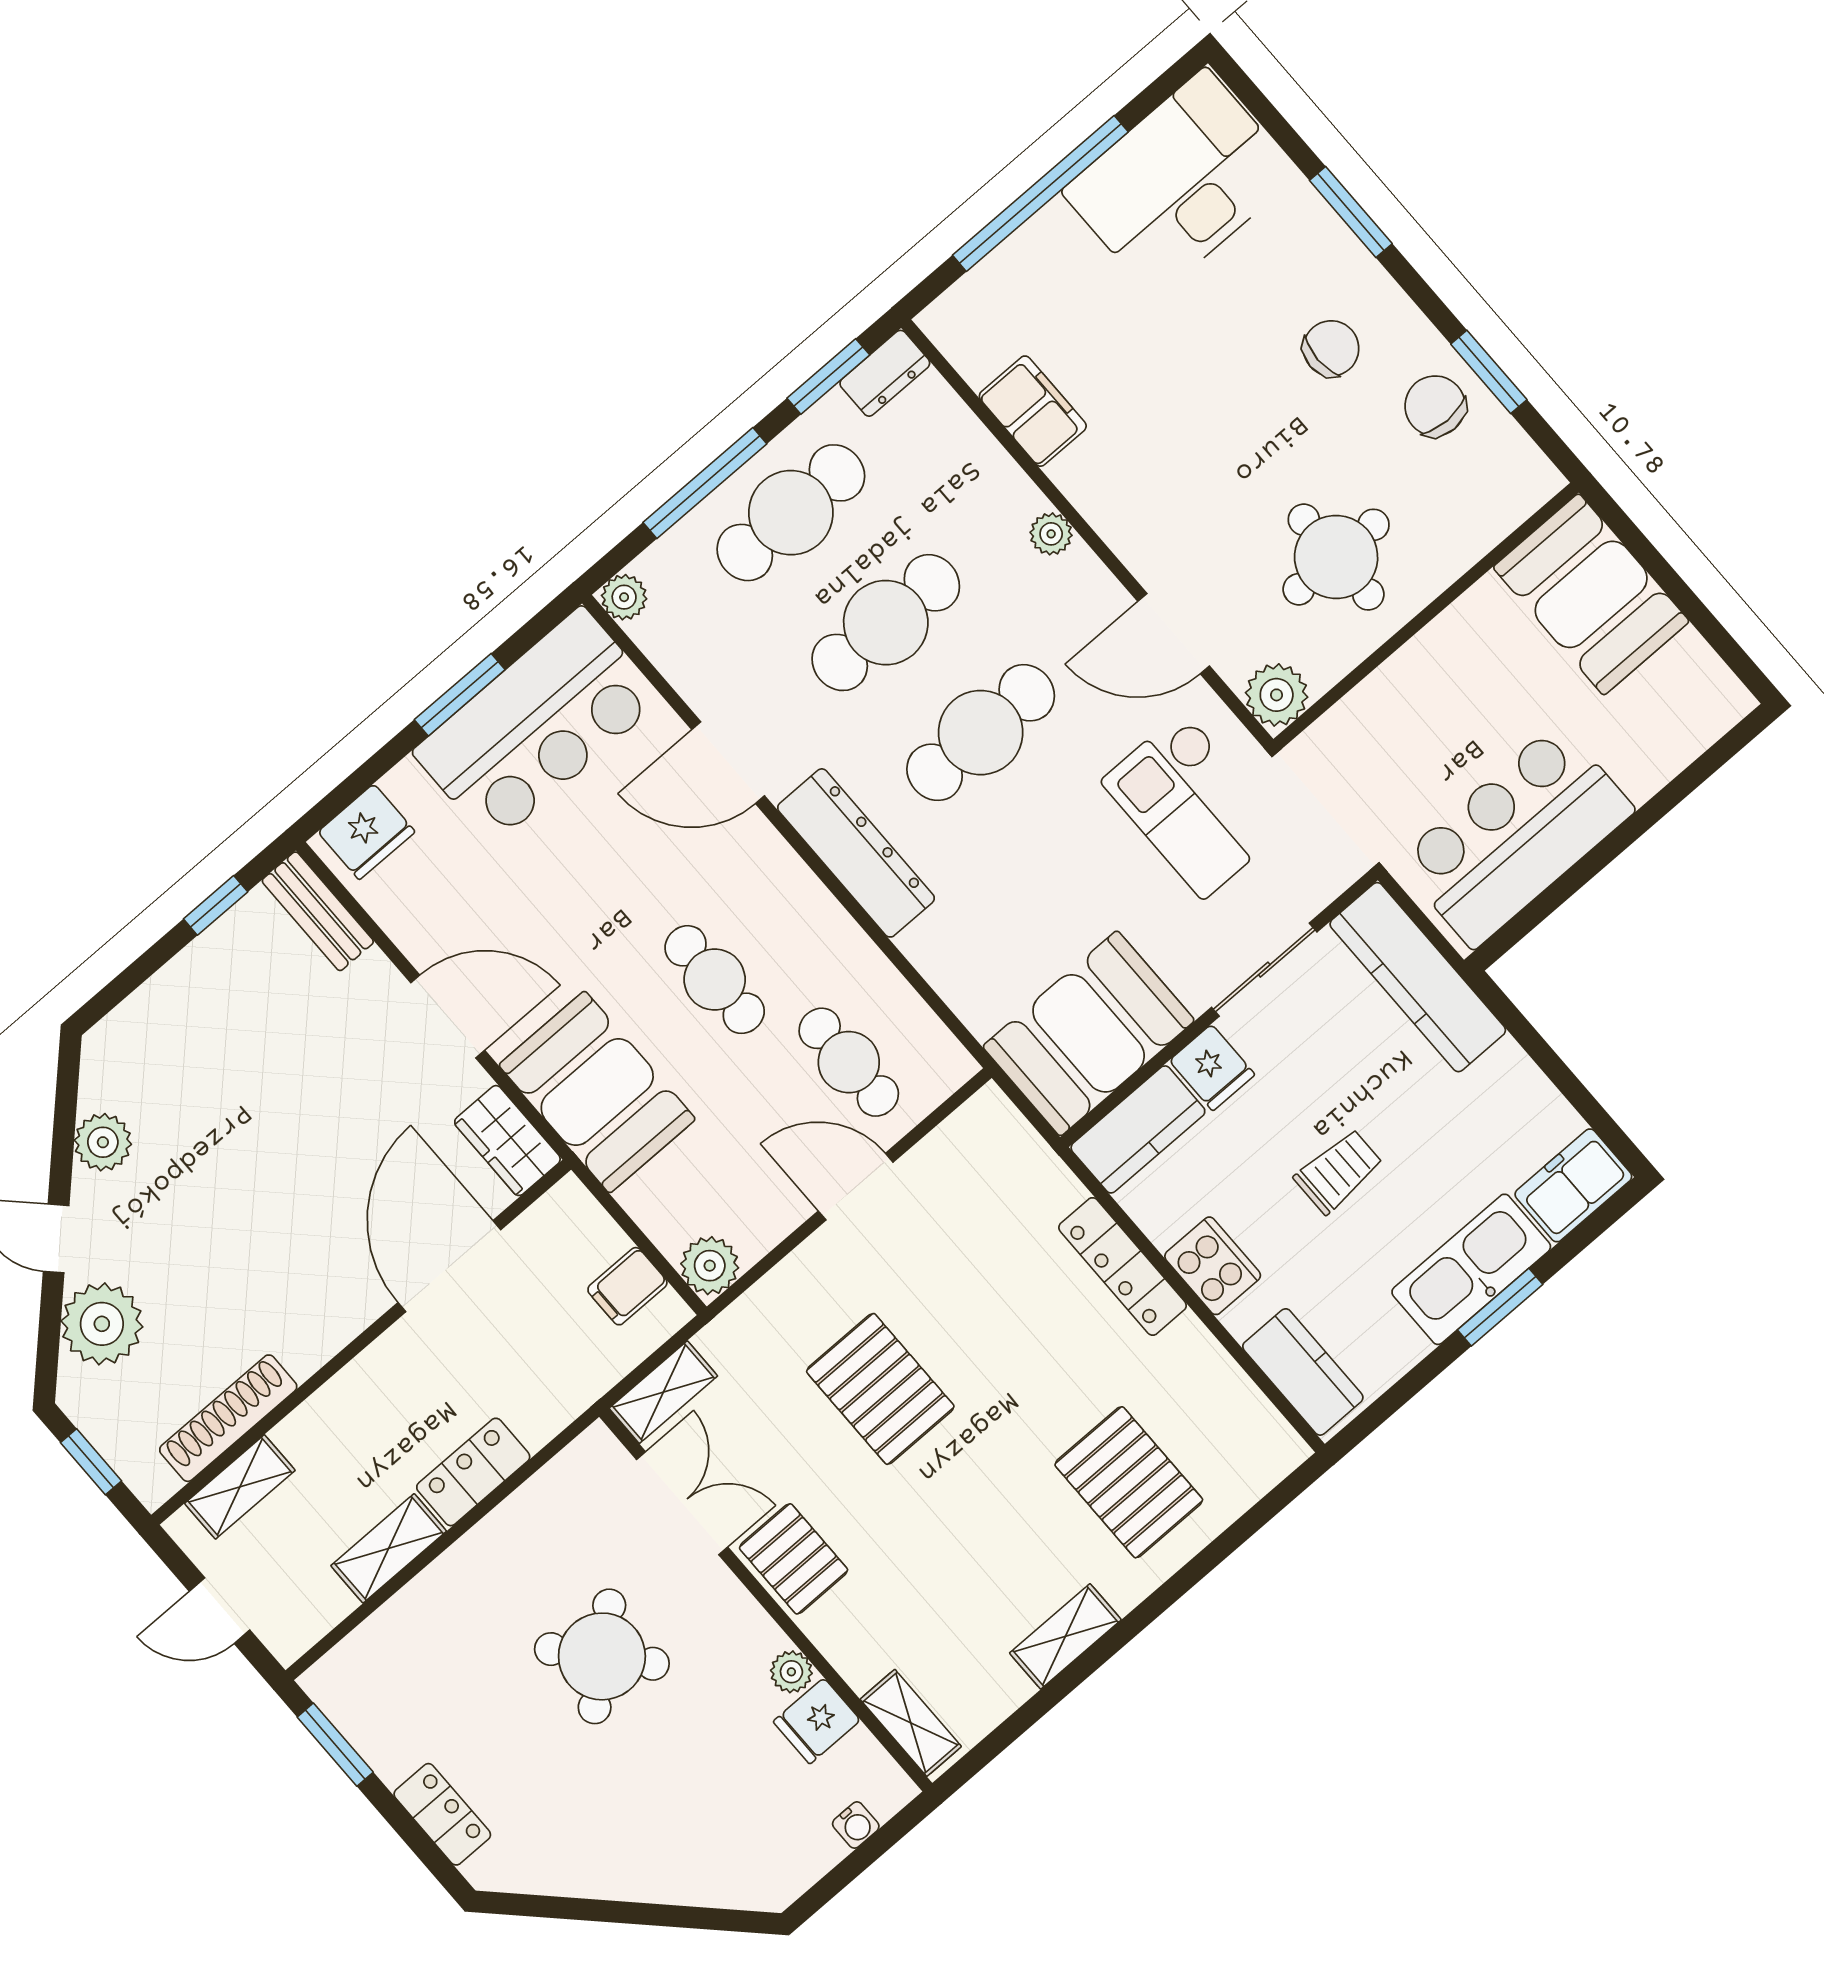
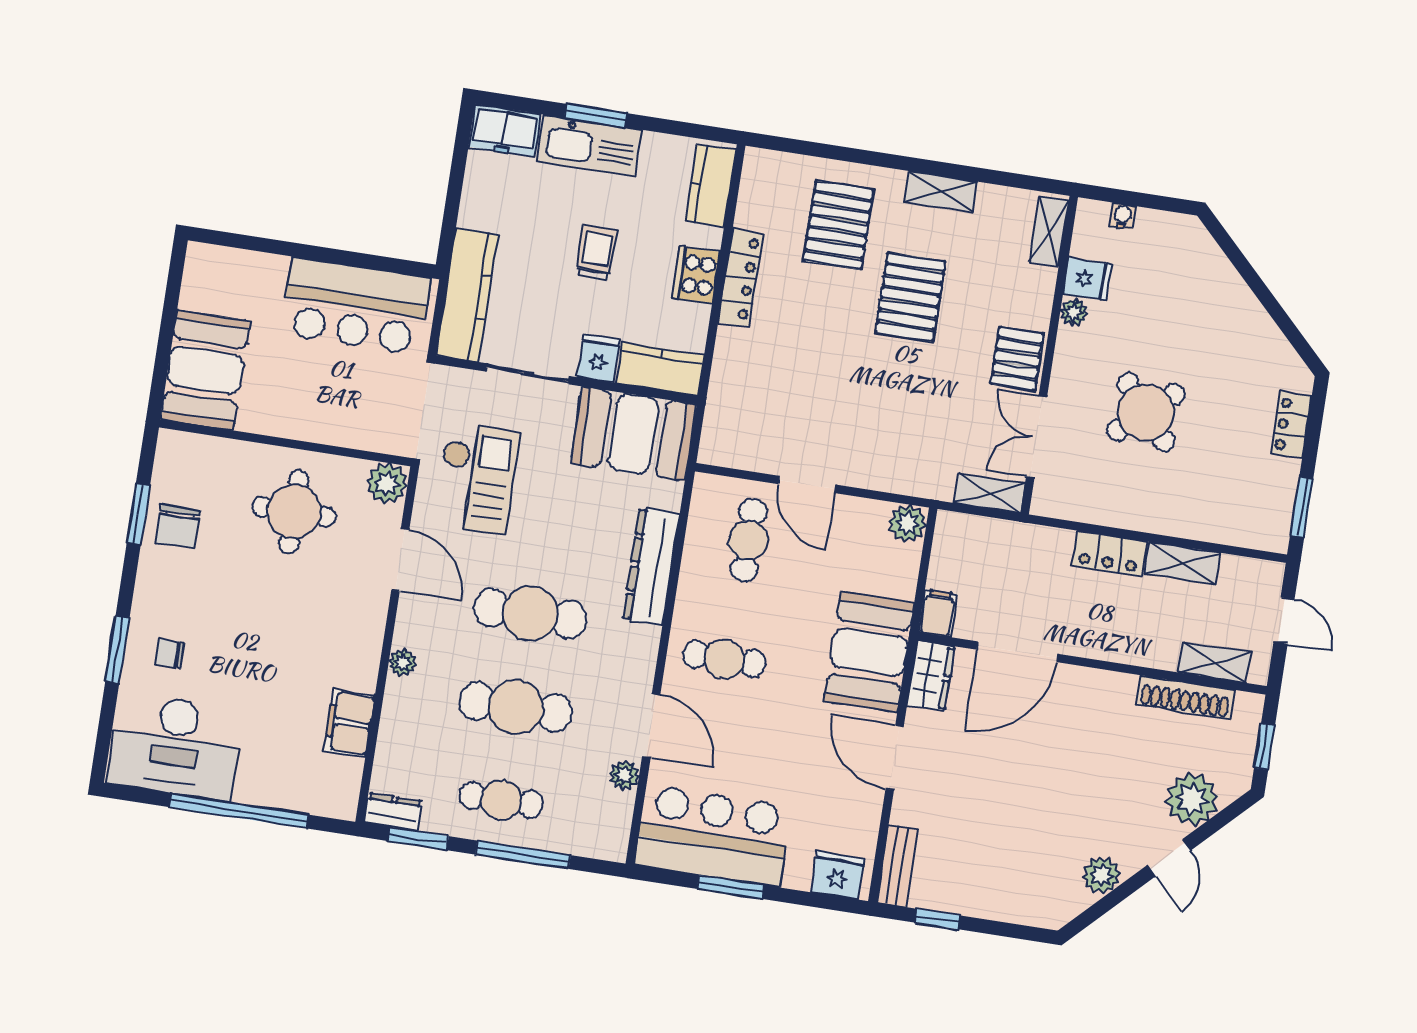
chair: (1331, 348) -> (169, 653), moved, width x0.73, depth x0.73
cafe table: (791, 513) -> (501, 800), width x0.73, depth x0.74
plant: (624, 597) -> (624, 775), moved
dresser: (856, 853) -> (651, 567), moved
cafe table: (715, 980) -> (724, 659), moved, turned 90
trolley: (1338, 1171) -> (597, 252), turned 90
locker: (1123, 1266) -> (741, 278), moved
filing cabinet: (627, 1286) -> (938, 613), moved, turned -90
pallet: (880, 1389) -> (910, 297), moved

